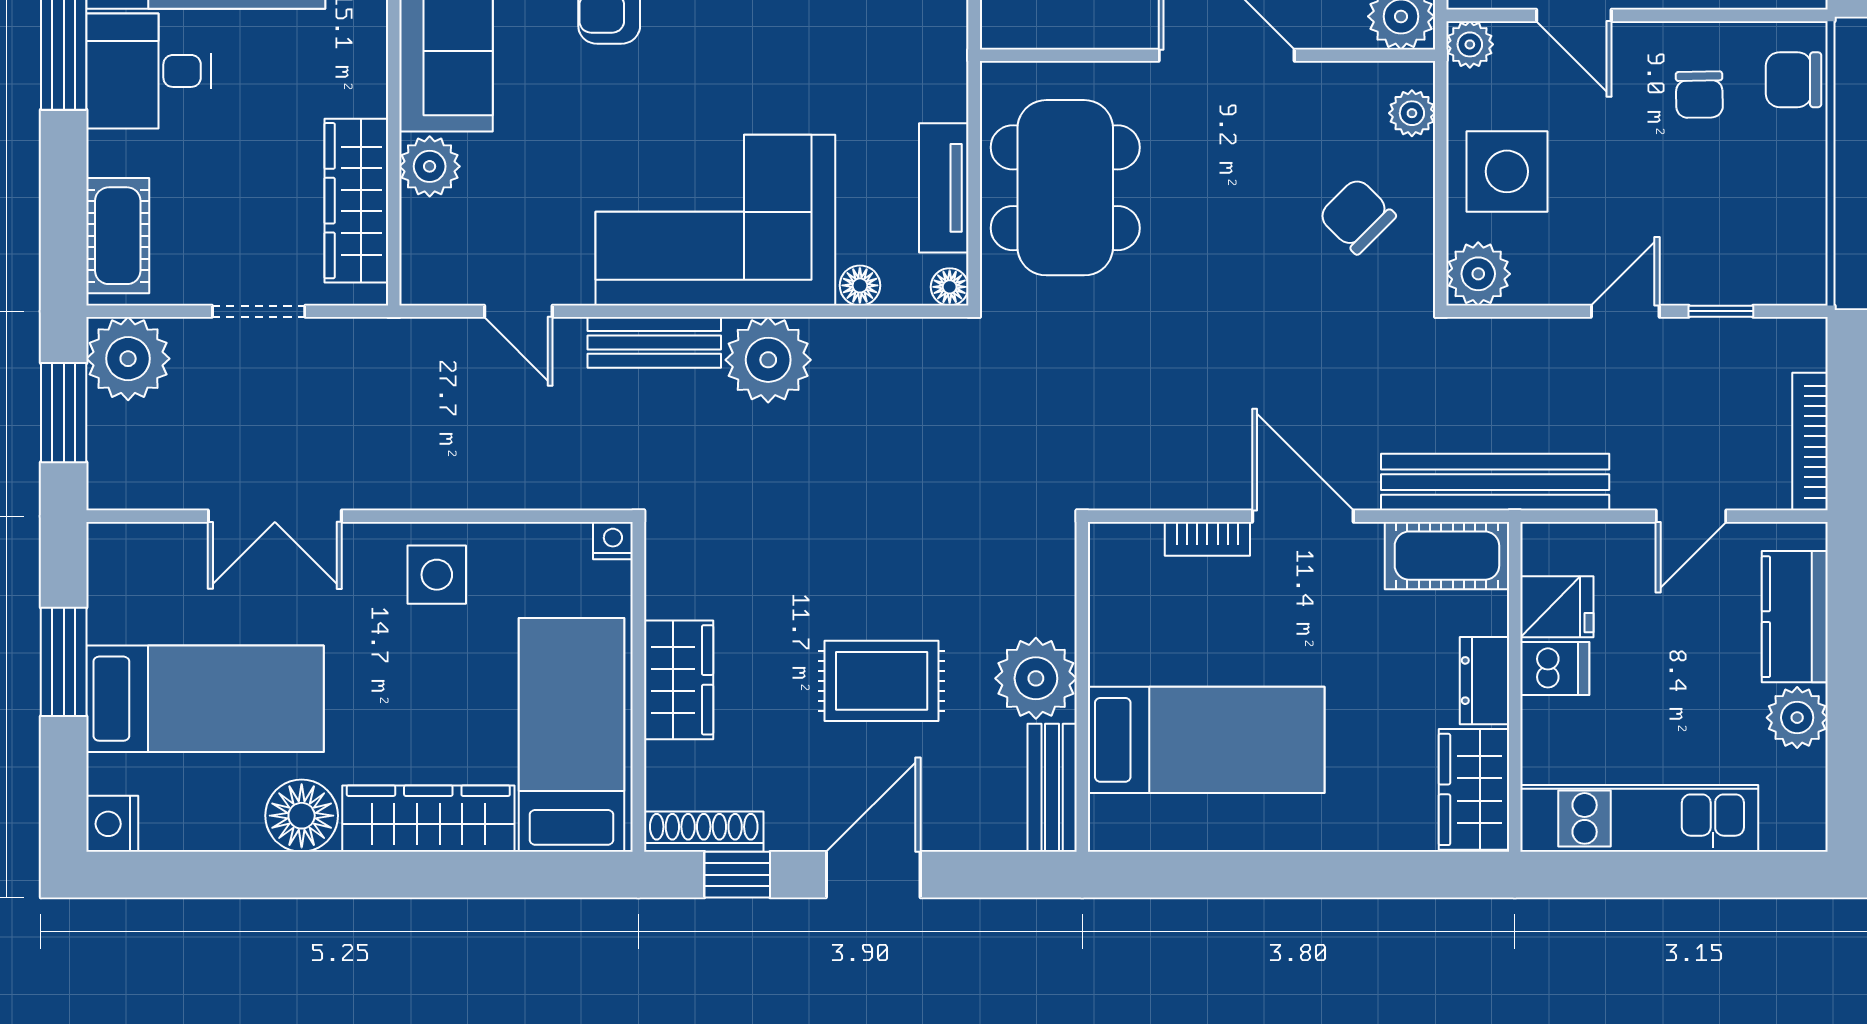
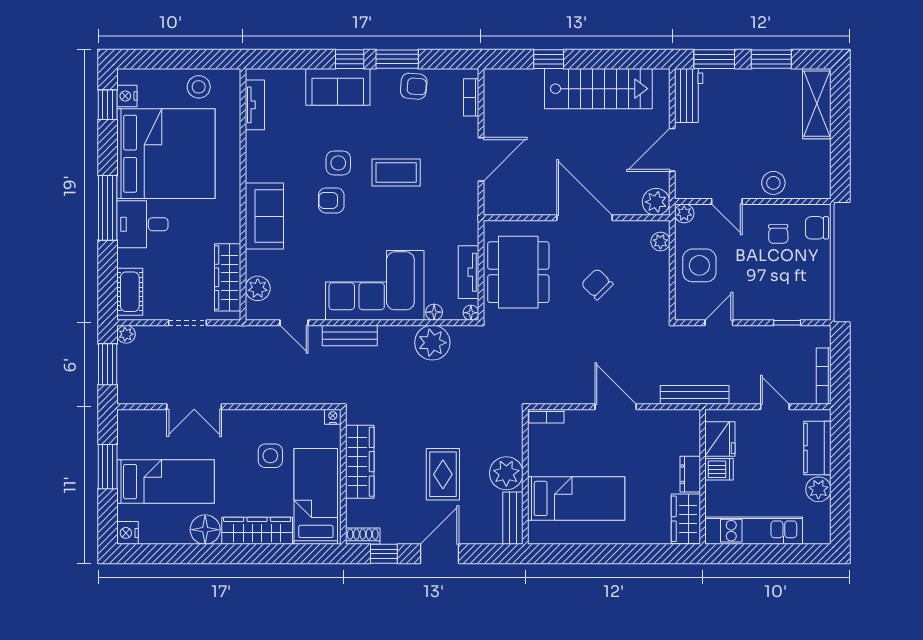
plant: (430, 166) -> (258, 288), moved
chair: (1357, 216) -> (597, 284), moved
plant: (1478, 274) -> (688, 307), removed
door: (1625, 311) -> (719, 323), moved
plant: (128, 359) -> (126, 334), width x0.53, depth x0.53
plant: (768, 360) -> (432, 343), moved
bench: (1495, 482) -> (695, 395), width x0.73, depth x0.82
door: (1691, 516) -> (775, 407), swing flipped
bookcase: (1207, 539) -> (546, 416), moved
cot: (1447, 556) -> (675, 423), removed
side table: (437, 575) -> (270, 456), moved
fridge: (1557, 607) -> (720, 439), width x1.38
wardrobe: (679, 680) -> (360, 462), width x1.50
rug: (882, 681) -> (443, 474), turned 90
shoe rack: (704, 832) -> (363, 536), width x0.70

